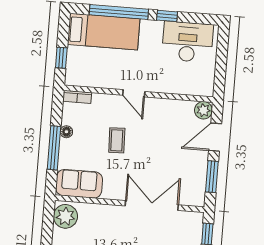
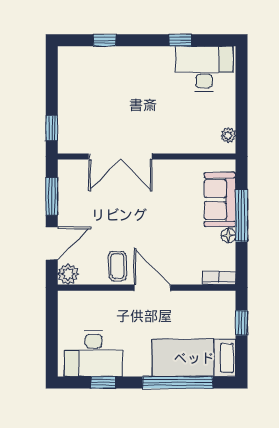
window: (167, 16) -> (103, 382), moved
door: (134, 93) -> (152, 288), width x1.38
coffee table: (117, 140) -> (117, 266), moved
sofa: (79, 184) -> (220, 200), moved, turned 90
plant: (65, 216) -> (228, 135), width x0.53, depth x0.53

